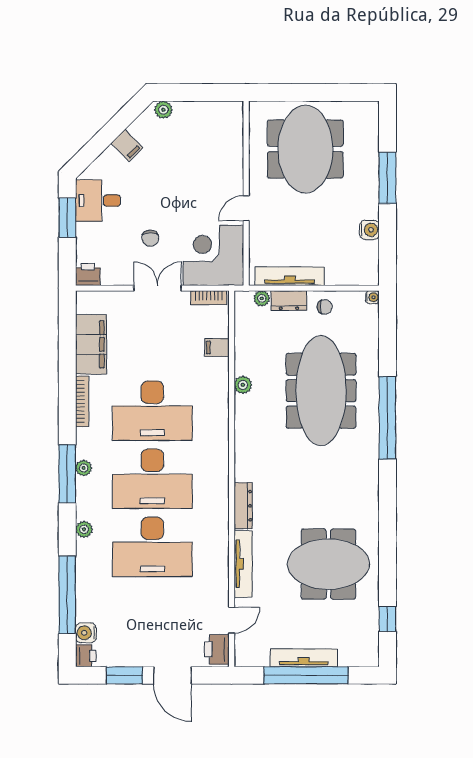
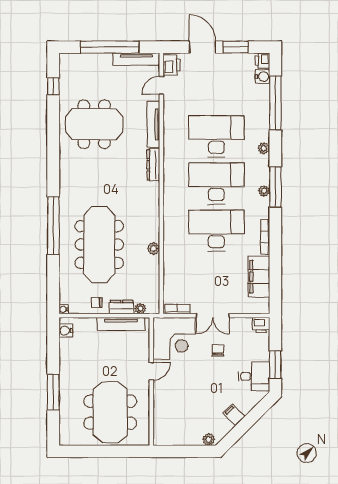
water cooler: (369, 230) -> (66, 331), moved
filing cabinet: (217, 347) -> (172, 274), removed
tv unit: (304, 658) -> (136, 59), moved

